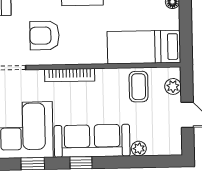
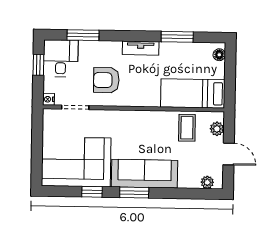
bookcase: (70, 75) -> (127, 116), removed
plant: (139, 149) -> (207, 182), moved
window: (81, 163) -> (134, 193), width x1.50

